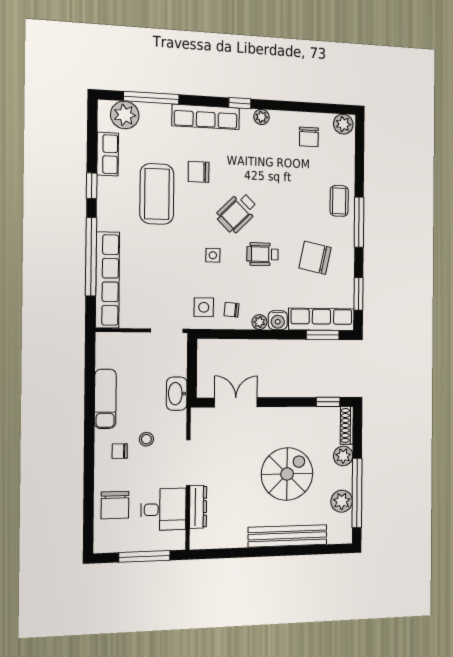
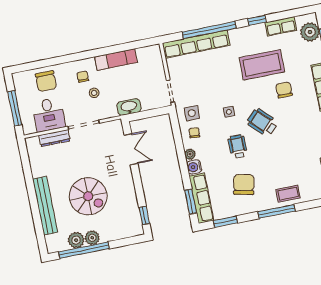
shoe rack: (347, 425) -> (130, 233), removed
plant: (343, 456) -> (92, 238), moved
chair: (115, 505) -> (46, 81), turned -90

